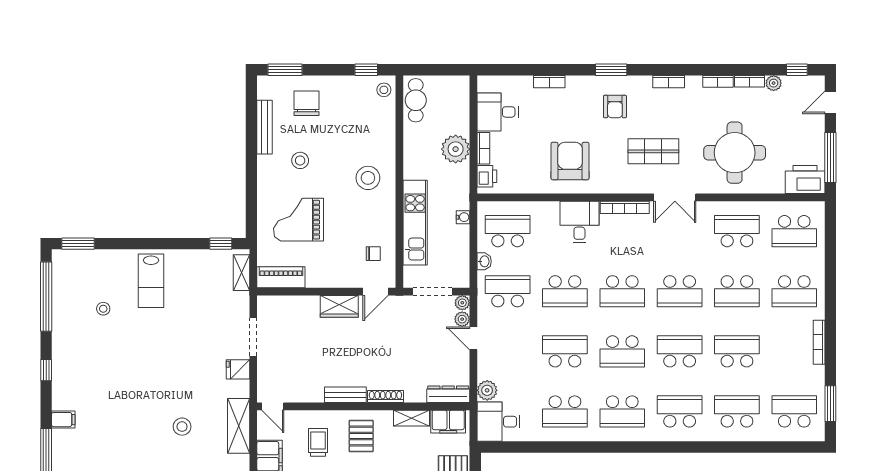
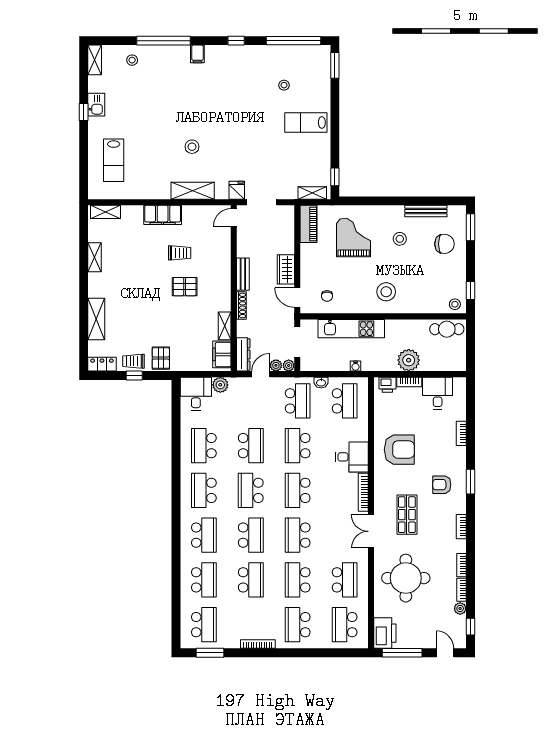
dresser: (448, 394) -> (243, 354), moved
bench: (345, 395) -> (243, 274), moved
shoe rack: (385, 397) -> (241, 305), moved
door: (273, 406) -> (234, 217), moved
wall: (363, 406) -> (234, 288), moved
shelving: (412, 418) -> (225, 326), moved
filing cabinet: (448, 422) -> (222, 354), moved

